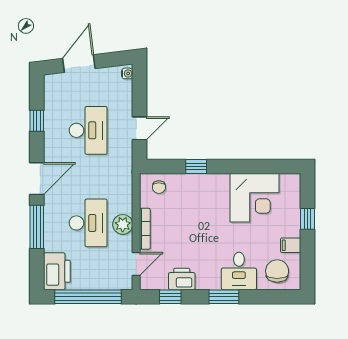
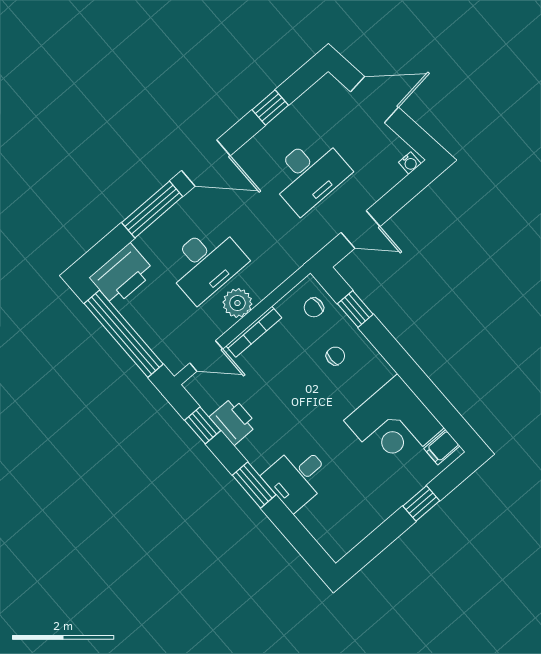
window: (196, 166) -> (355, 309), moved
filing cabinet: (291, 245) -> (442, 447), moved, turned -90
chair: (277, 271) -> (335, 356), moved, width x0.54, depth x0.54

